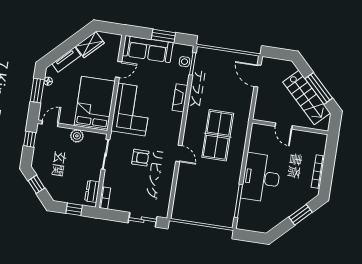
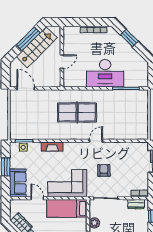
sofa: (148, 49) -> (18, 183), width x0.73
door: (258, 76) -> (26, 88), swing flipped
bed: (95, 103) -> (67, 208), width x0.67

